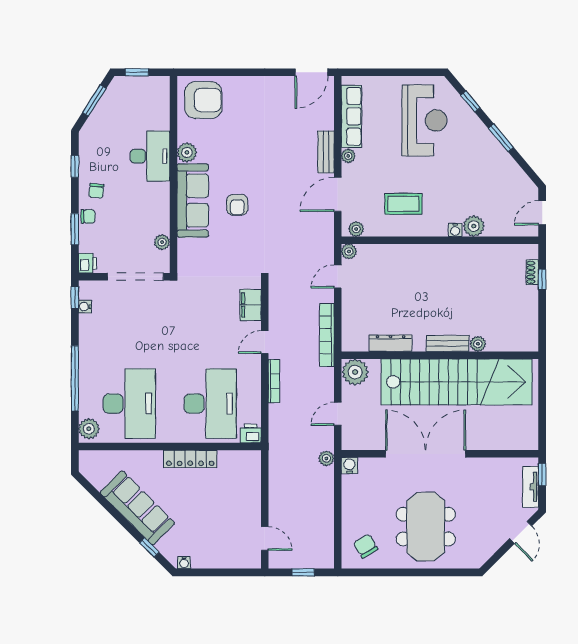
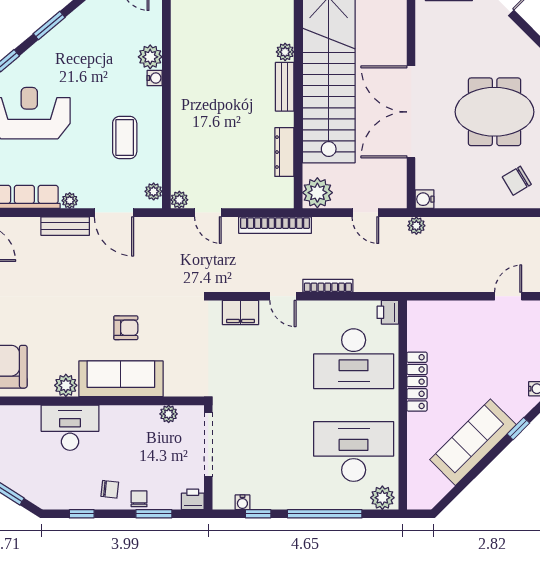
window: (75, 297) -> (258, 514), moved
desk: (210, 404) -> (354, 359), turned 180

